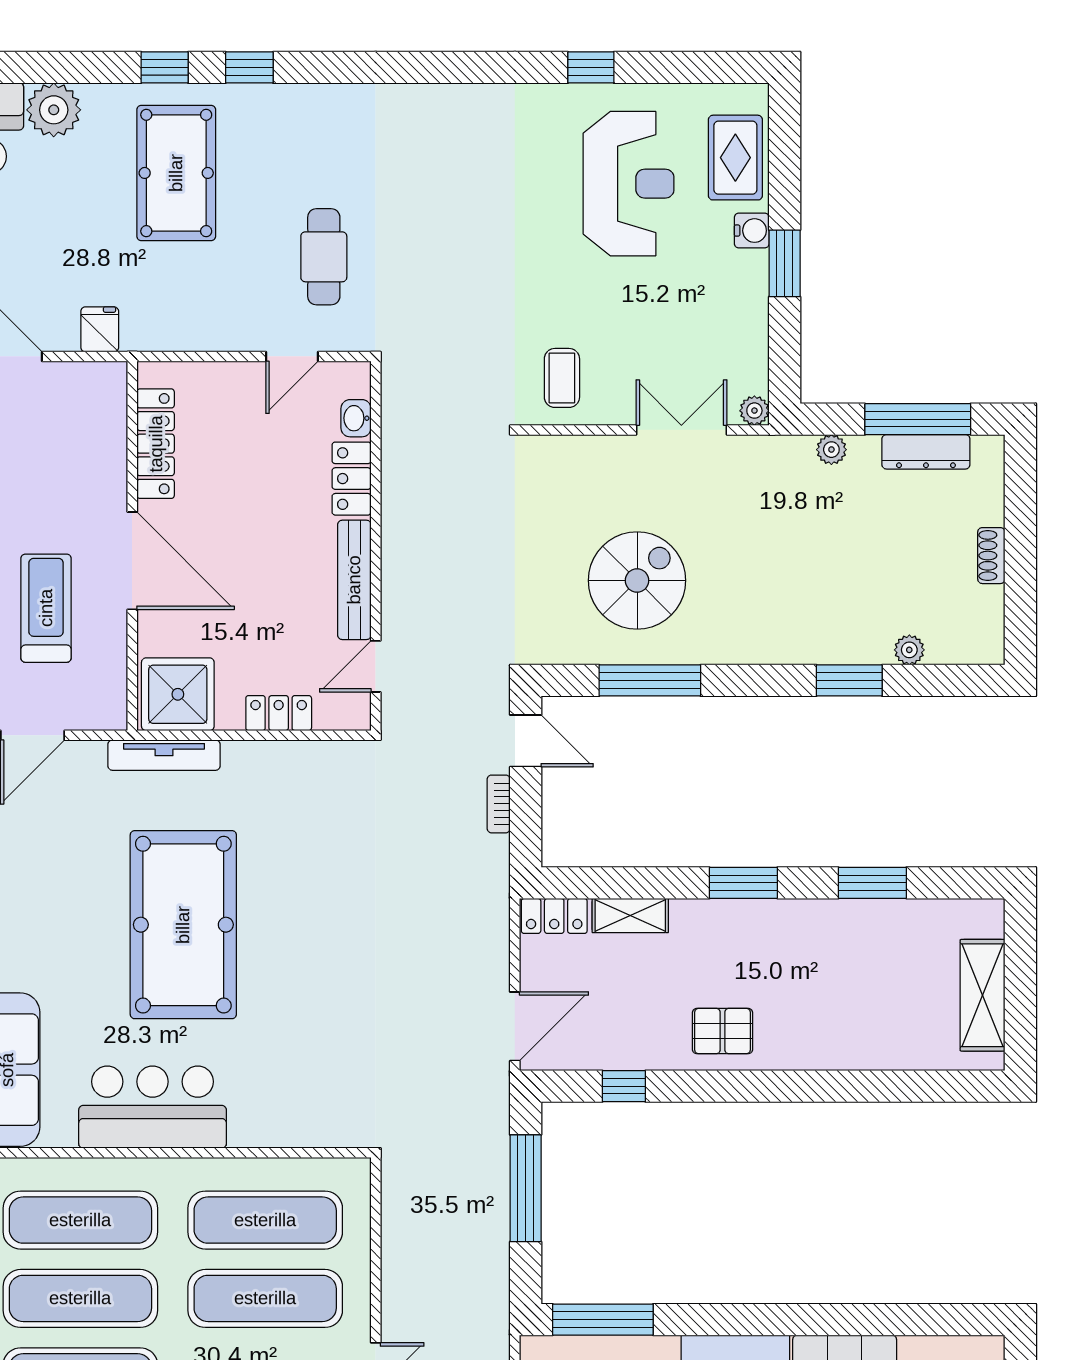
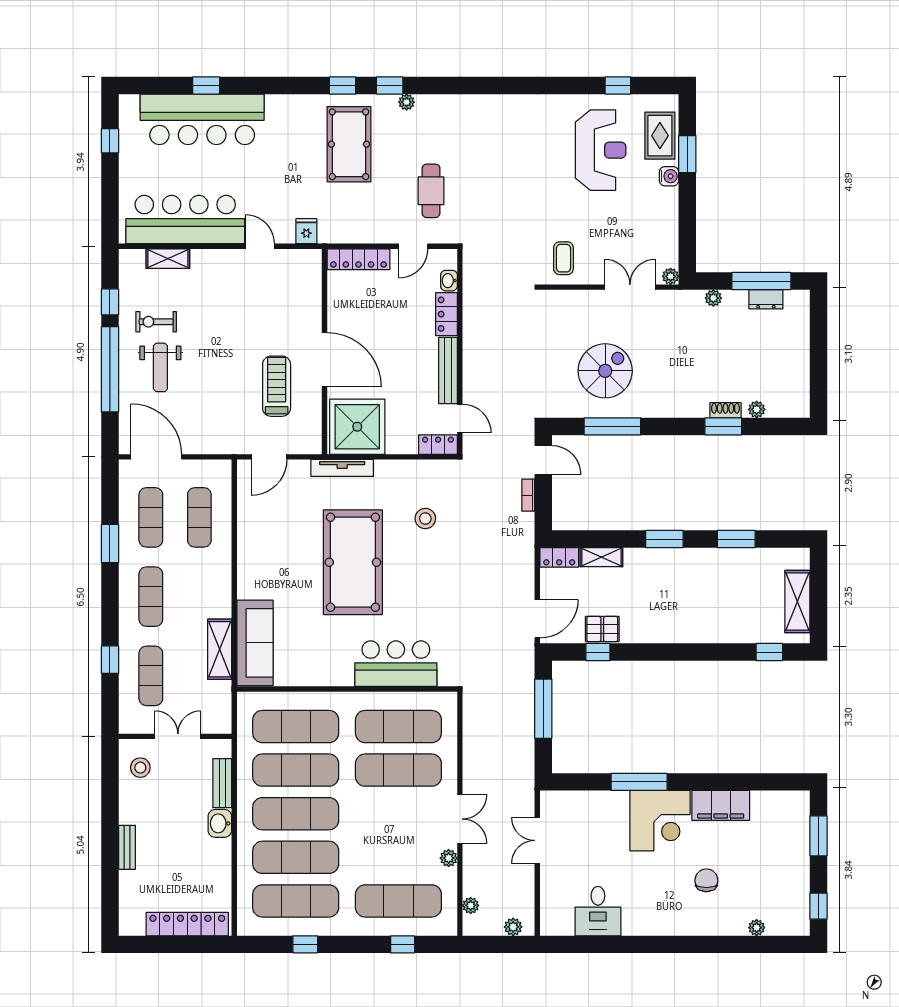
window: (591, 67) -> (618, 85), moved
plant: (54, 110) -> (407, 102), moved, width x0.53, depth x0.53
window: (785, 263) -> (687, 154), moved
locker: (156, 444) -> (358, 259), moved, turned 90
dresser: (926, 452) -> (766, 299), width x0.70
shoe rack: (991, 556) -> (725, 410), moved, turned 90
door: (376, 666) -> (460, 419), swing flipped
shower: (178, 694) -> (357, 427), width x1.37, depth x1.37
locker: (279, 713) -> (438, 445), moved
stool: (314, 846) -> (425, 519), added
pallet: (723, 1031) -> (602, 629), moved
window: (932, 1086) -> (769, 652), added
bar counter: (153, 1107) -> (396, 664), moved
window: (603, 1320) -> (639, 782), moved

